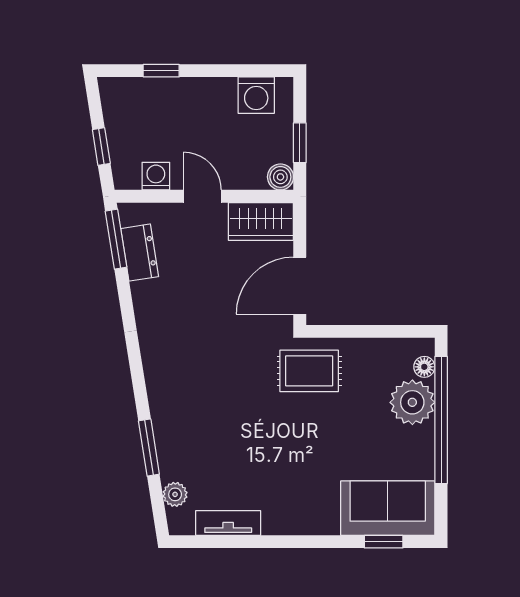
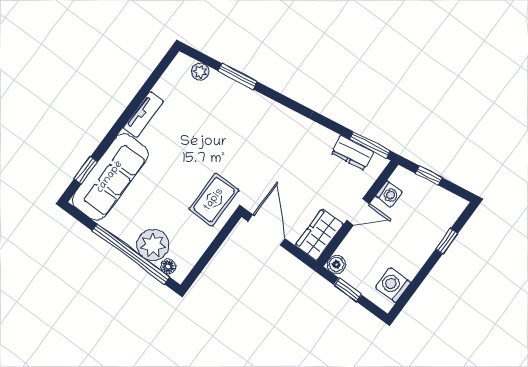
sofa: (388, 508) -> (110, 177), width x1.36
tv unit: (228, 523) -> (143, 115), moved

